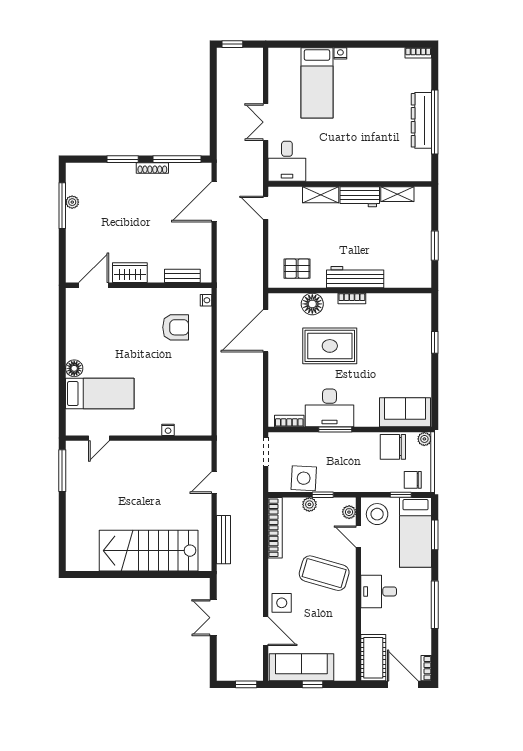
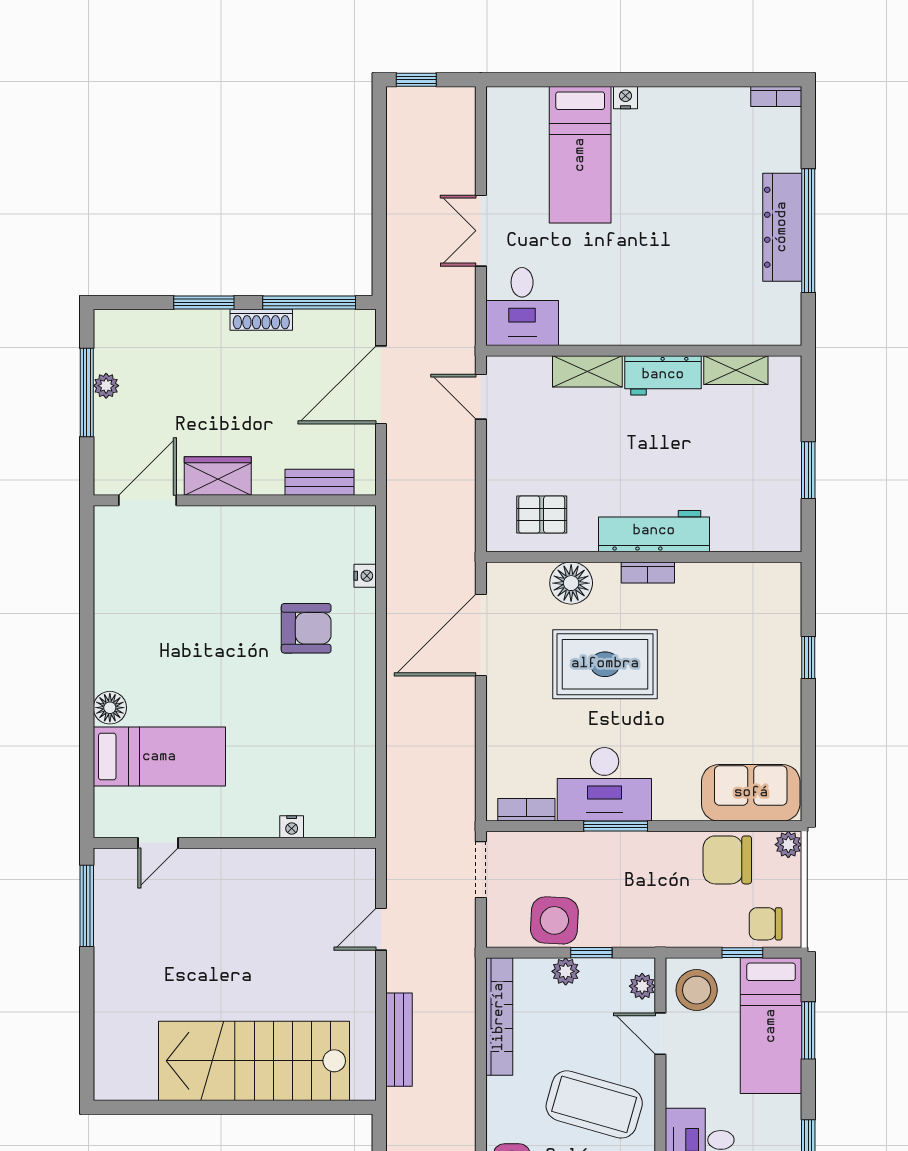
wardrobe: (130, 273) -> (218, 476), moved
bench: (182, 276) -> (320, 482), moved
door: (94, 285) -> (148, 500), moved
wall: (139, 285) -> (235, 500), moved

